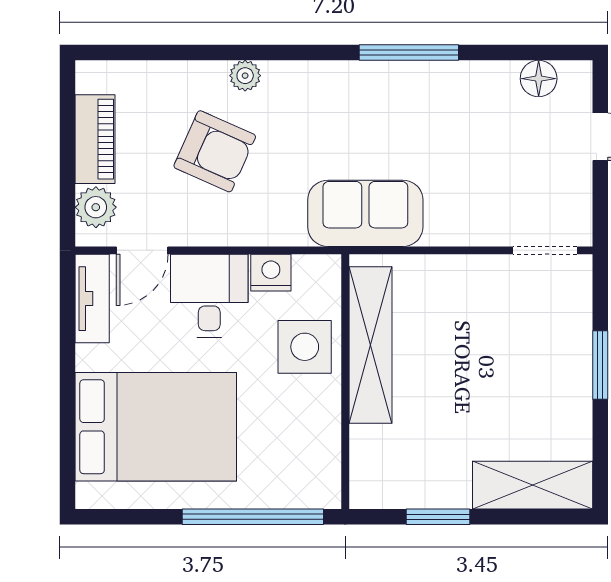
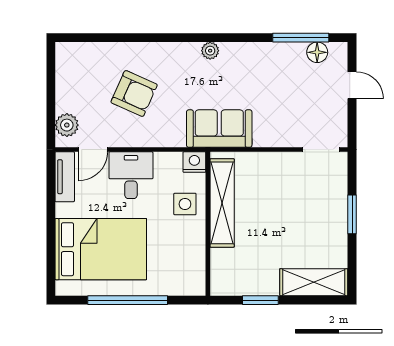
window: (409, 53) -> (301, 38), moved
plant: (245, 76) -> (210, 51), moved
piano: (95, 139) -> (66, 87), removed
nightstand: (271, 273) -> (194, 162), moved
side table: (305, 347) -> (185, 204), width x0.73, depth x0.73
window: (253, 517) -> (128, 300), moved

